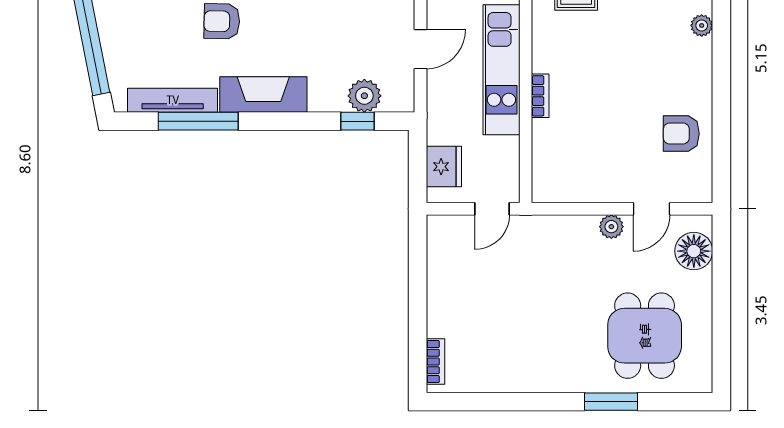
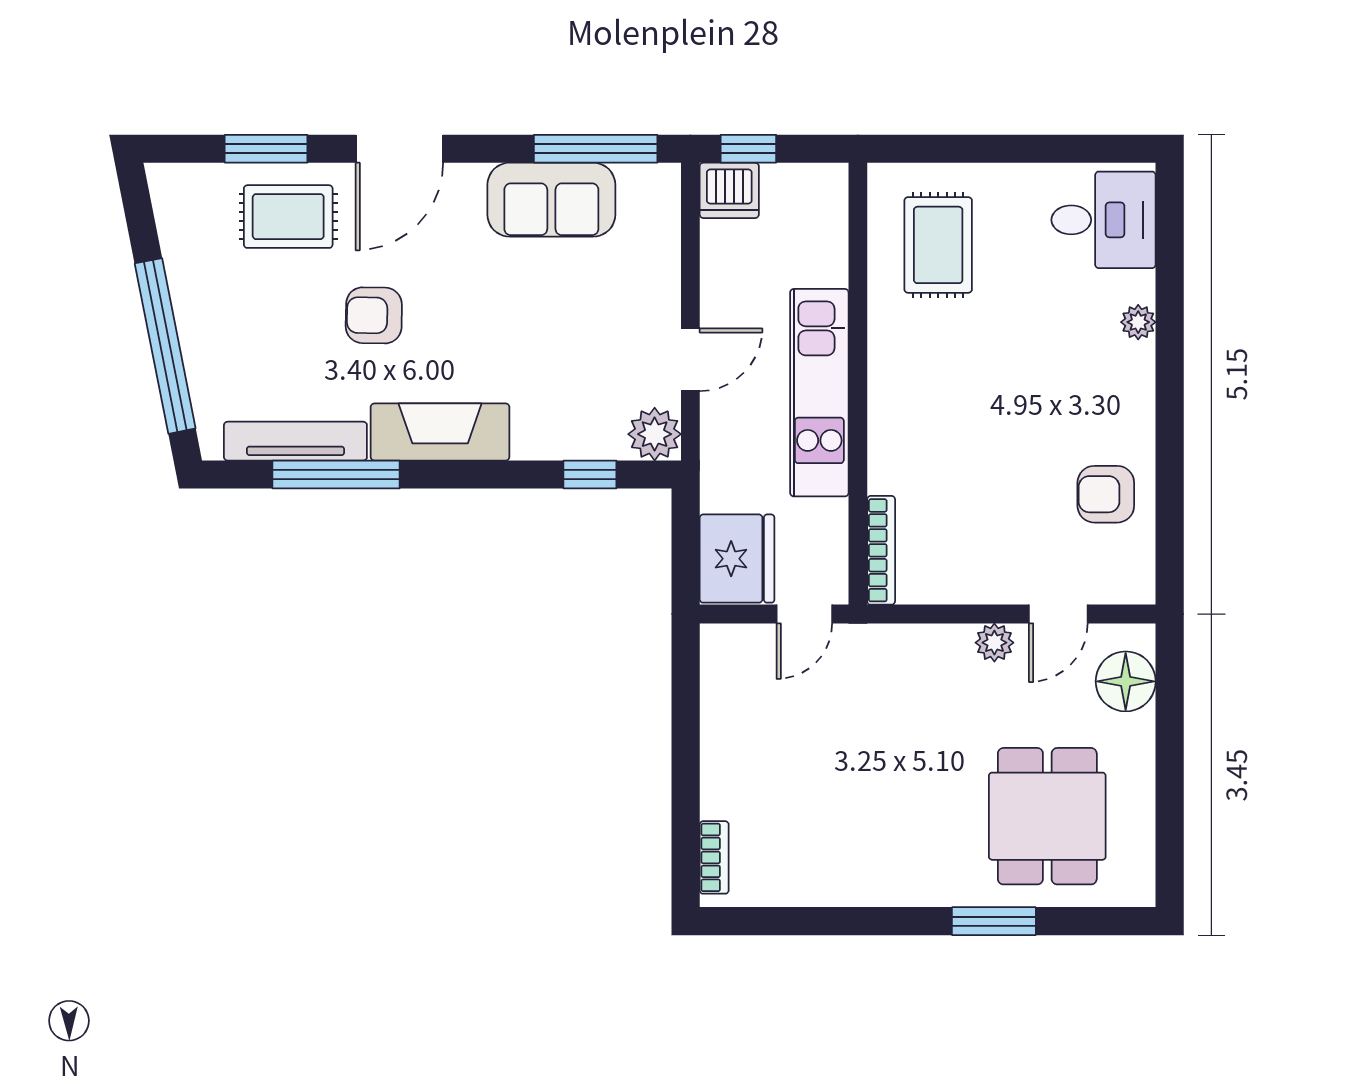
plant: (364, 96) -> (655, 434), moved
bookcase: (540, 96) -> (881, 550), moved, width x1.56
fridge: (444, 167) -> (737, 559), width x1.36, depth x1.34

